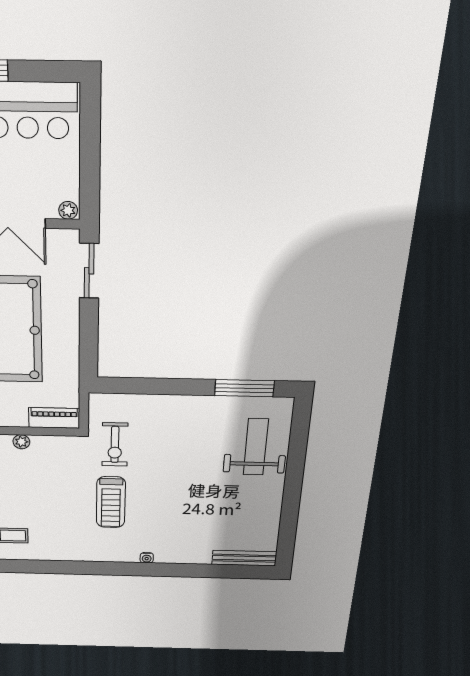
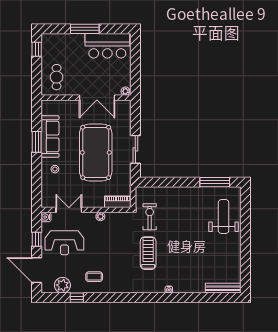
sliding door: (89, 271) -> (135, 149), moved
exercise bike: (115, 444) -> (150, 217), turned 180
treadmill: (111, 502) -> (148, 253), turned 180

